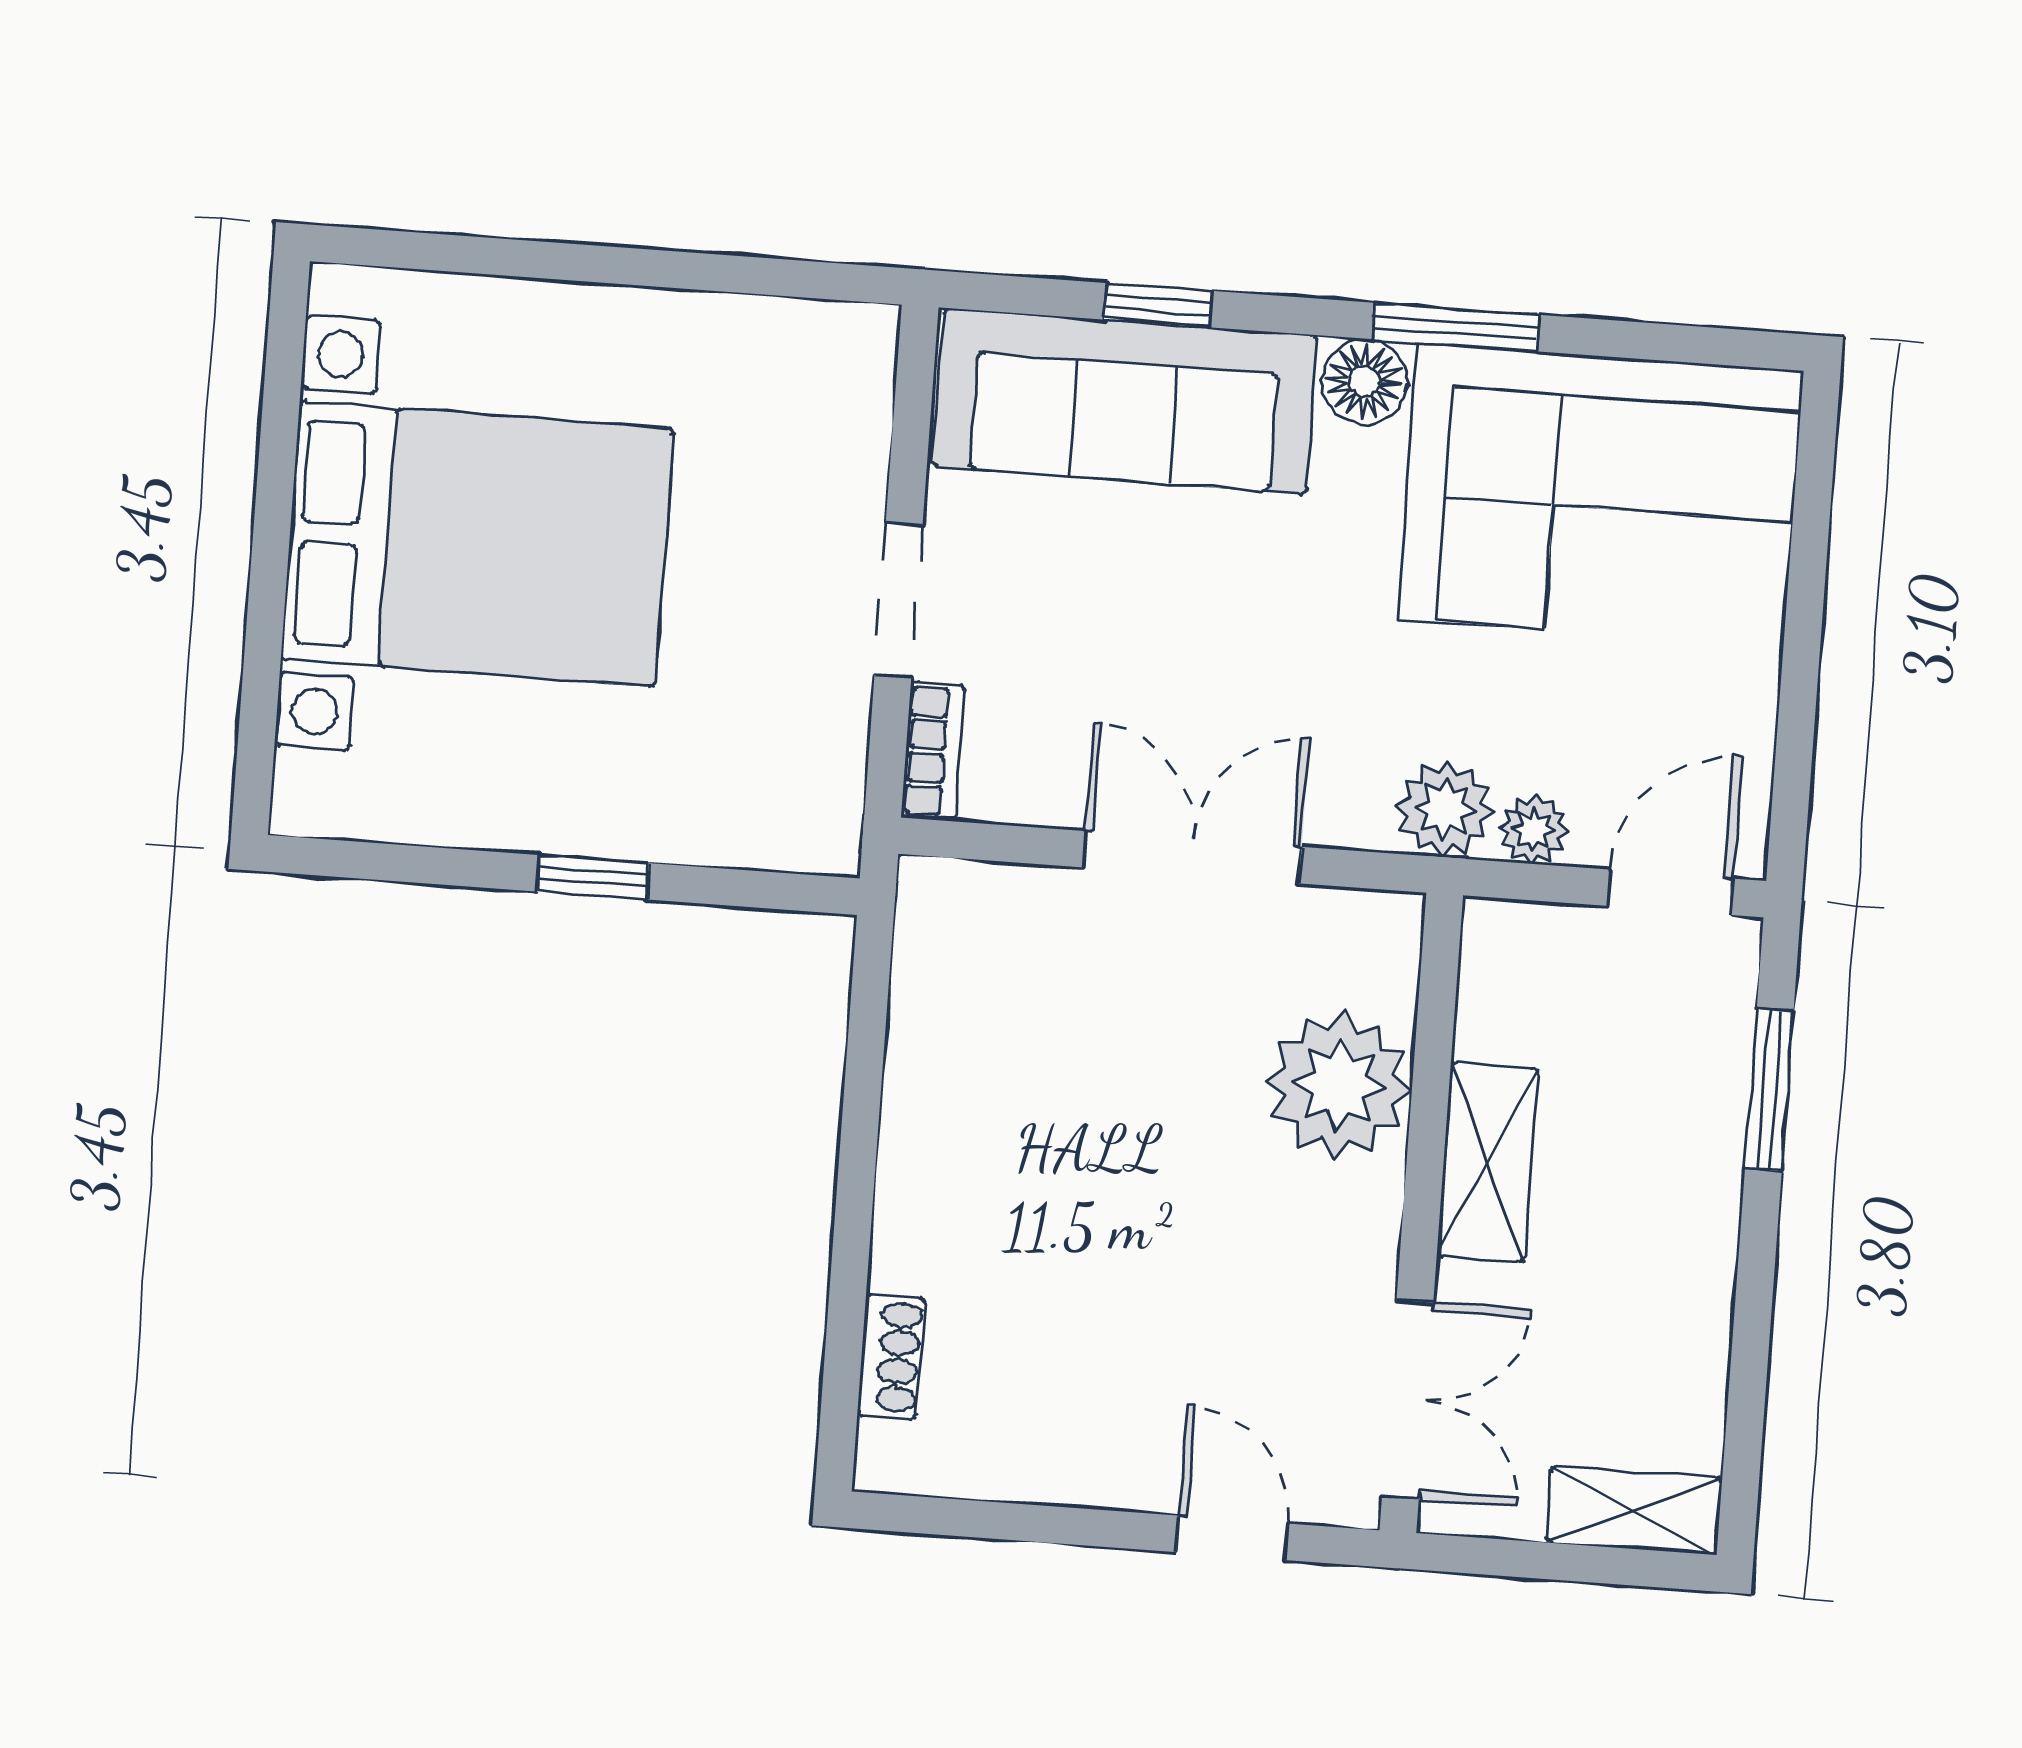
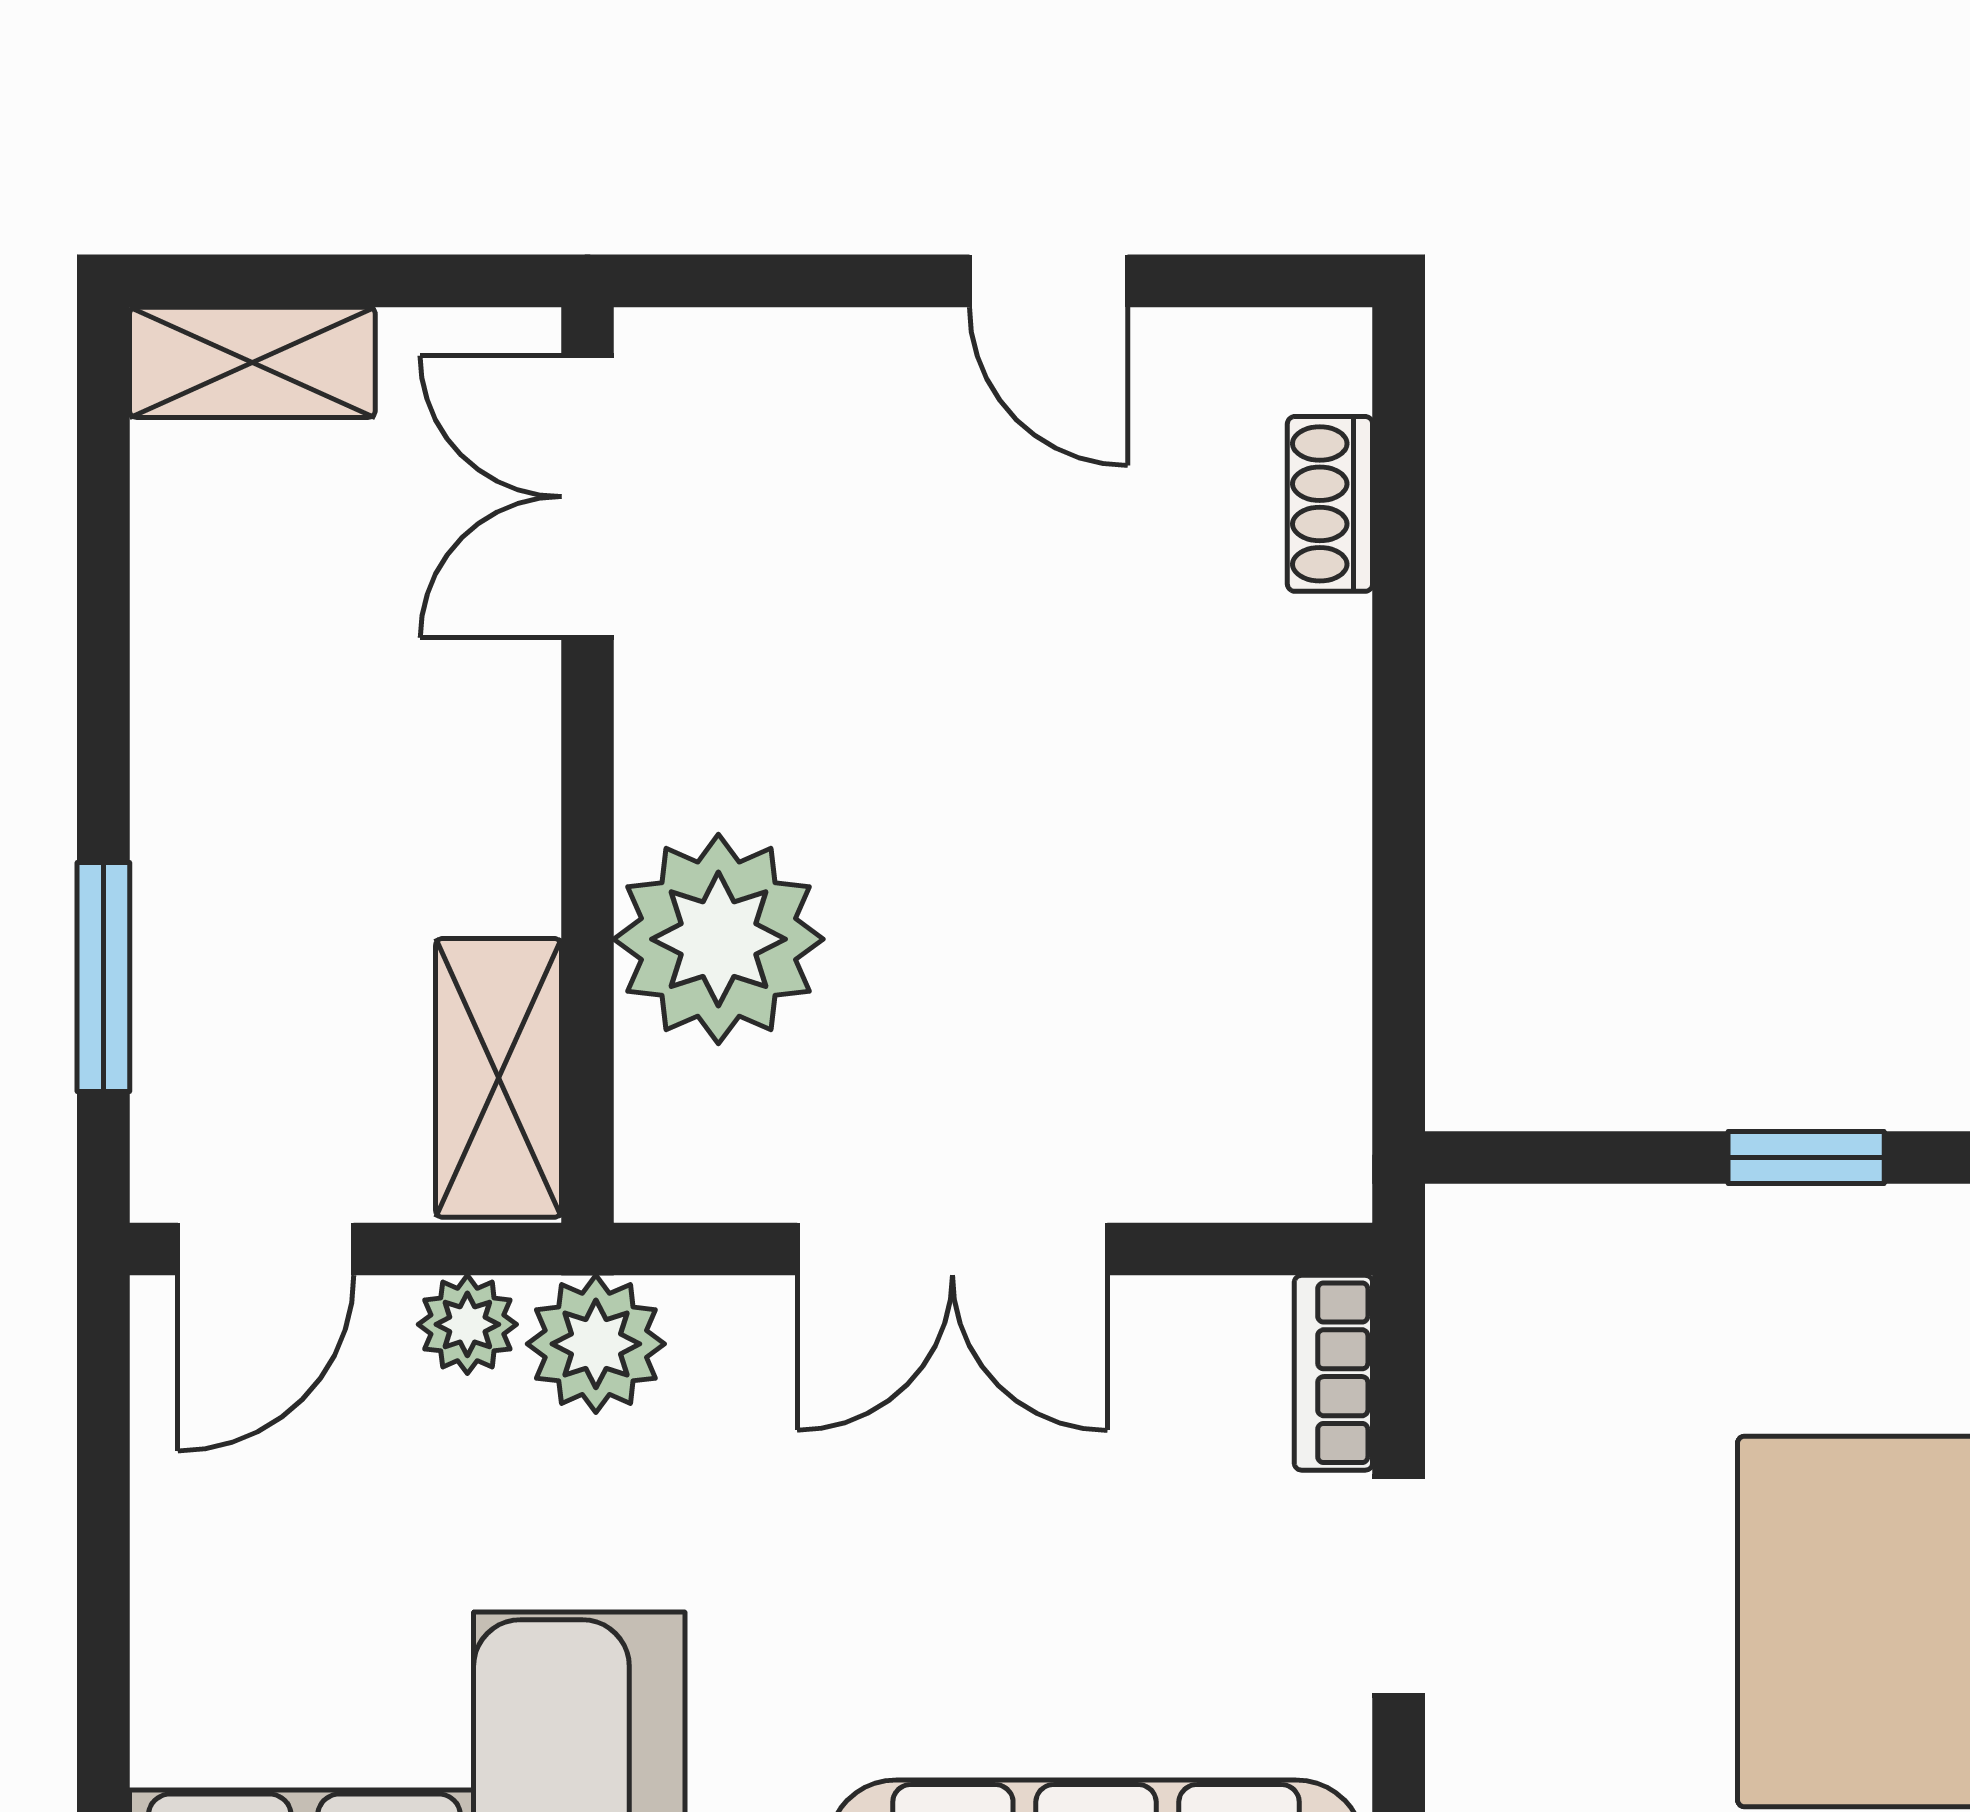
shelving: (1487, 1162) -> (498, 1078), moved
door: (1232, 1538) -> (1048, 281), moved

